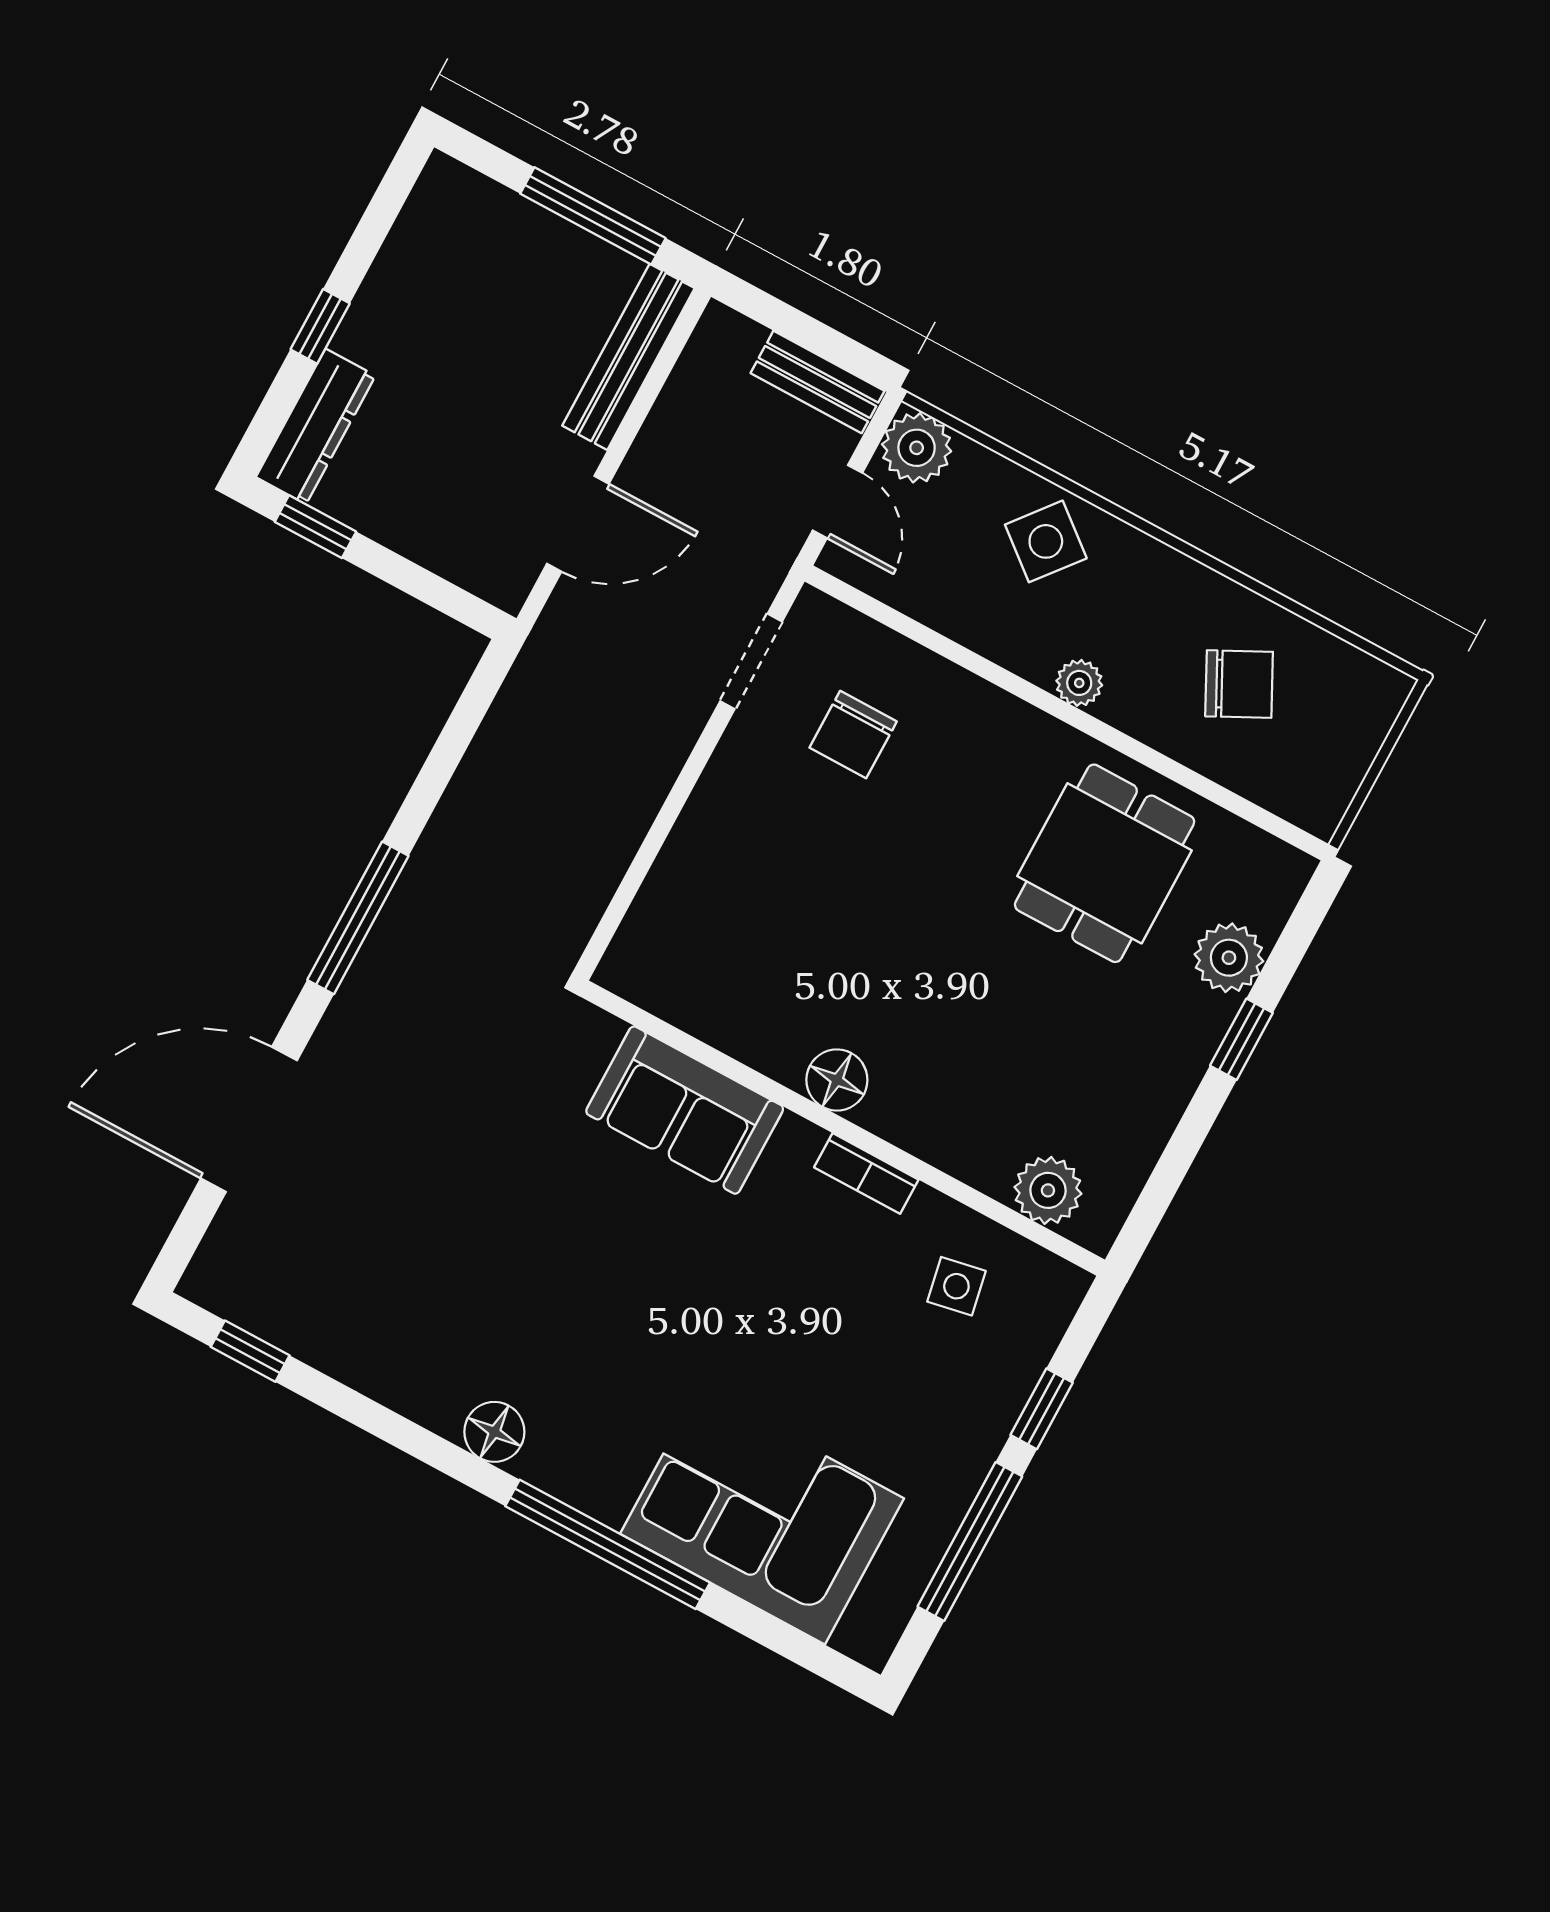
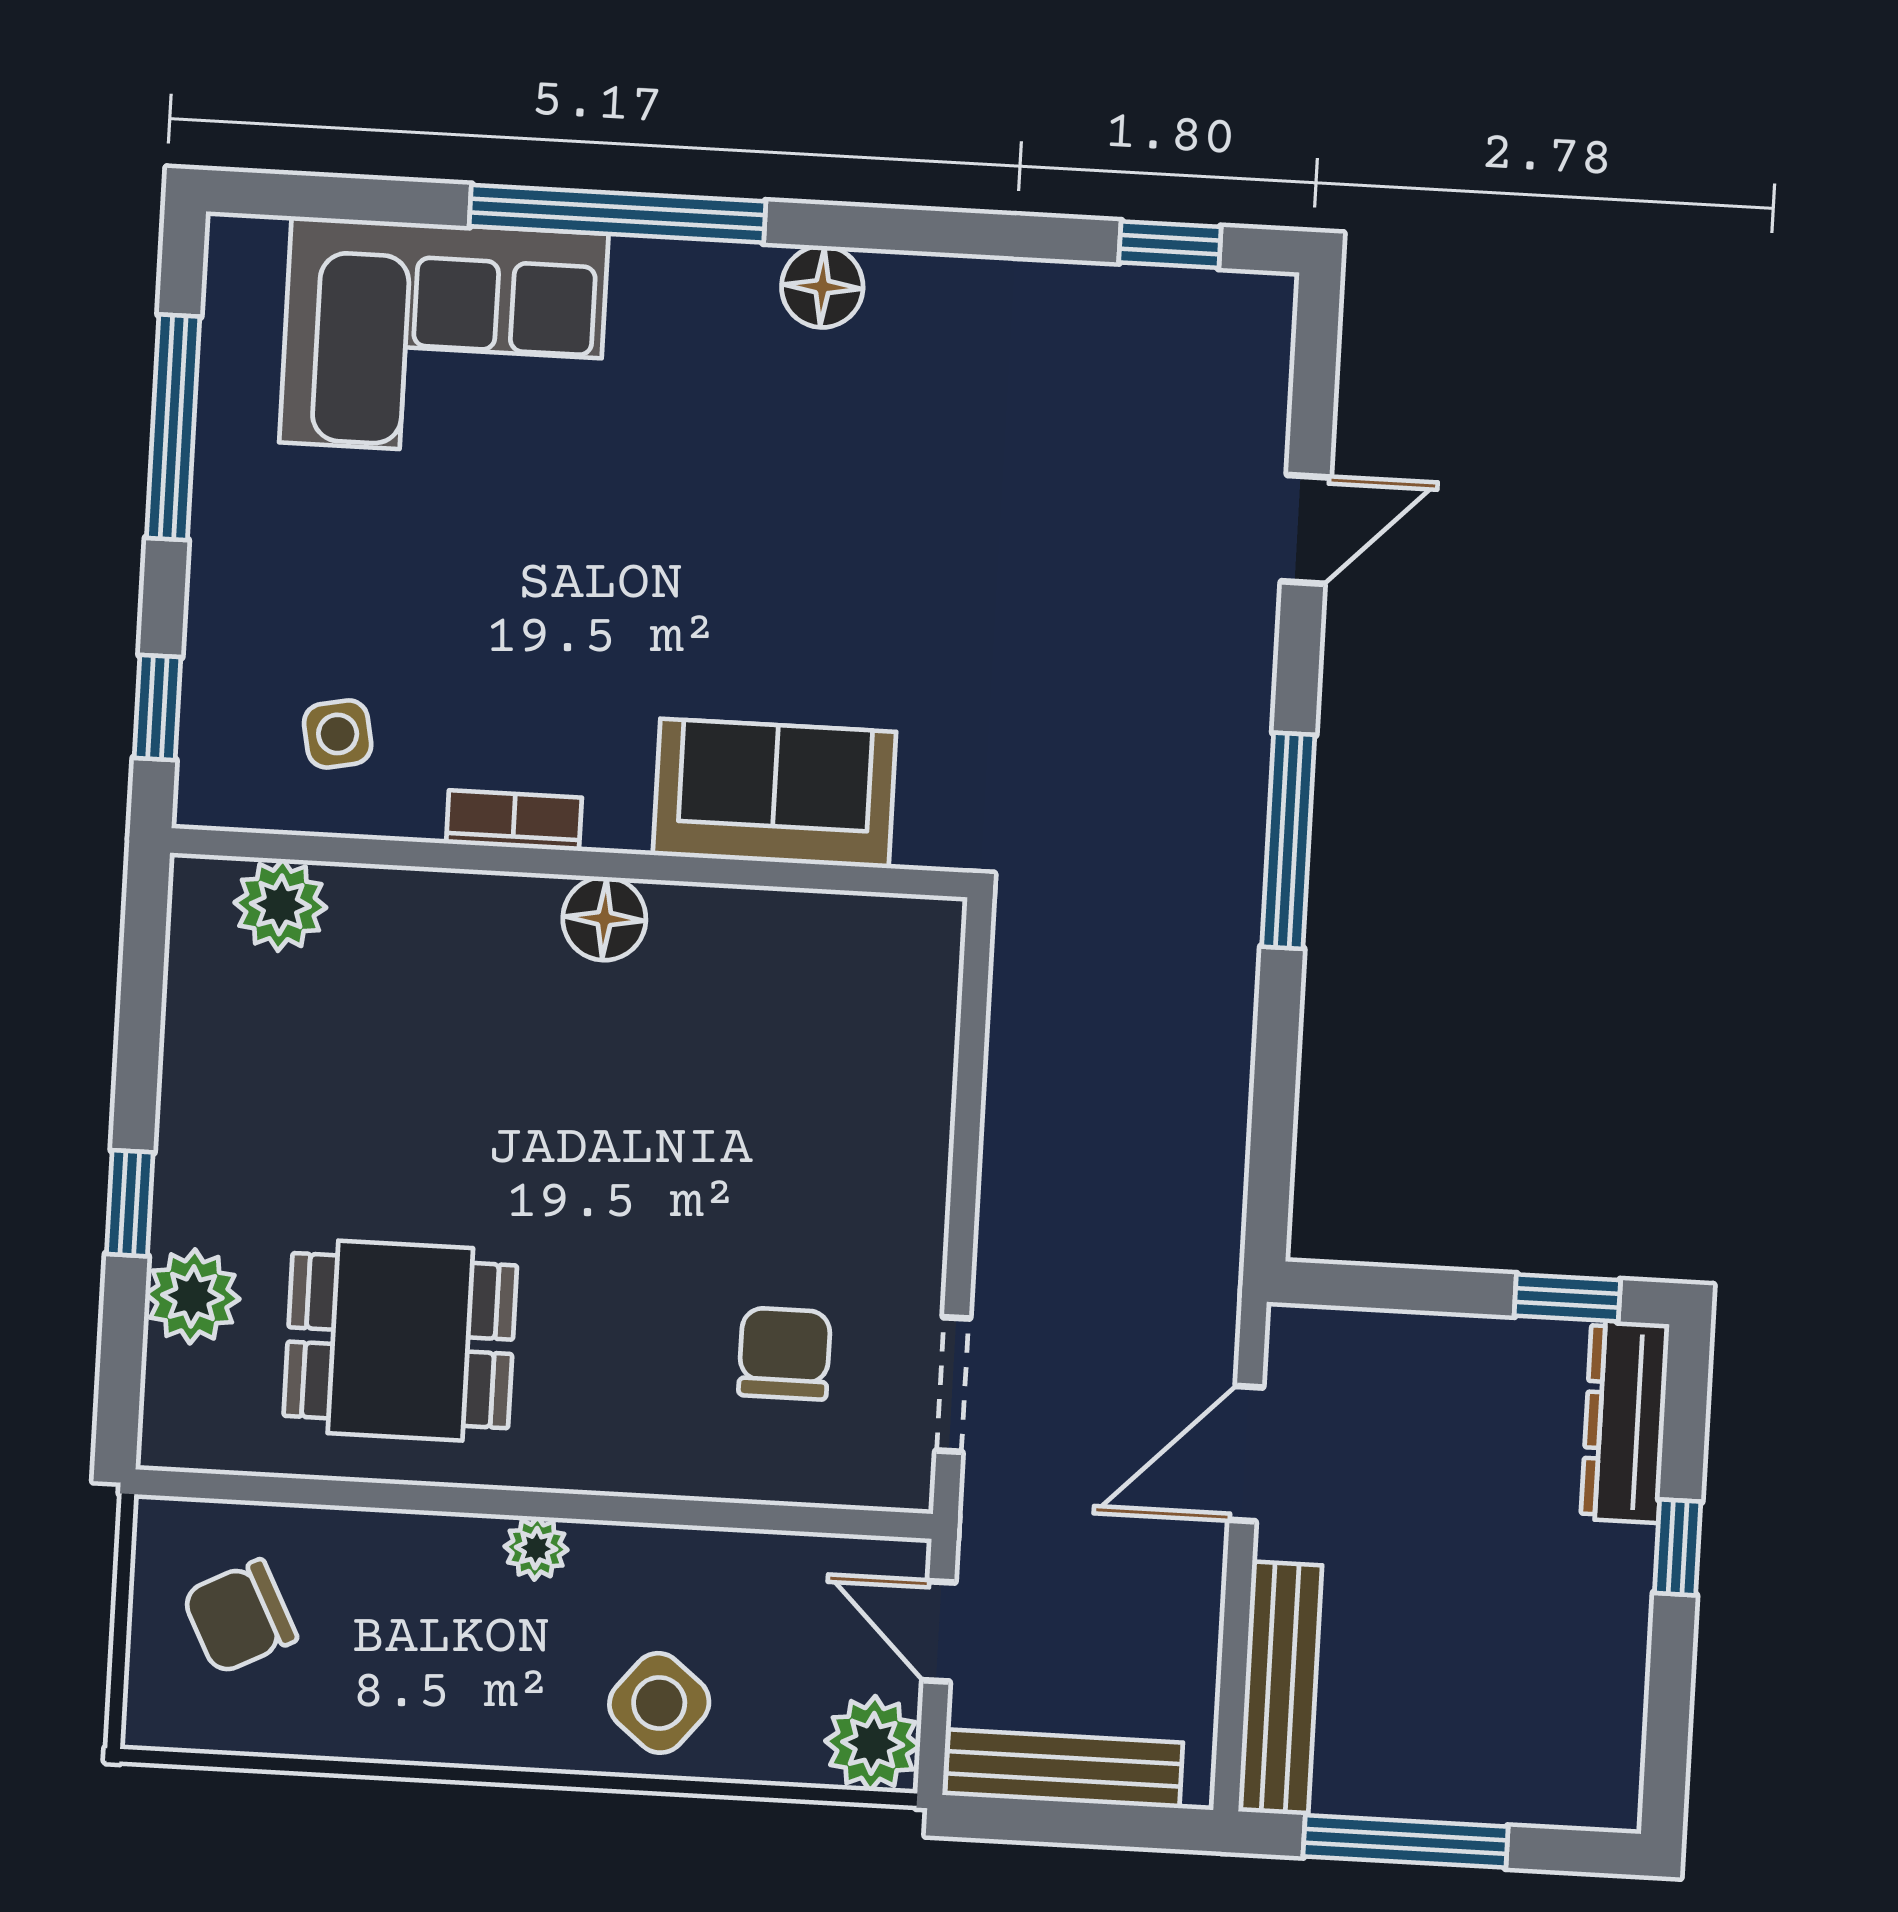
bench: (818, 382) -> (1064, 1769), width x1.36
chair: (1239, 684) -> (239, 1617), moved
dining table: (1105, 863) -> (400, 1341), turned 90
door: (249, 1119) -> (1306, 529), width x0.53
window: (1042, 1409) -> (157, 708), moved

